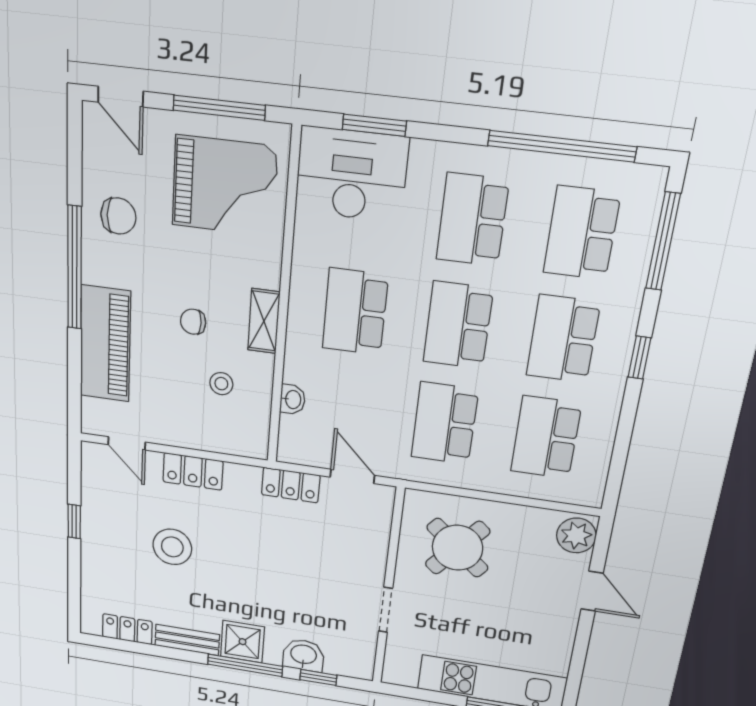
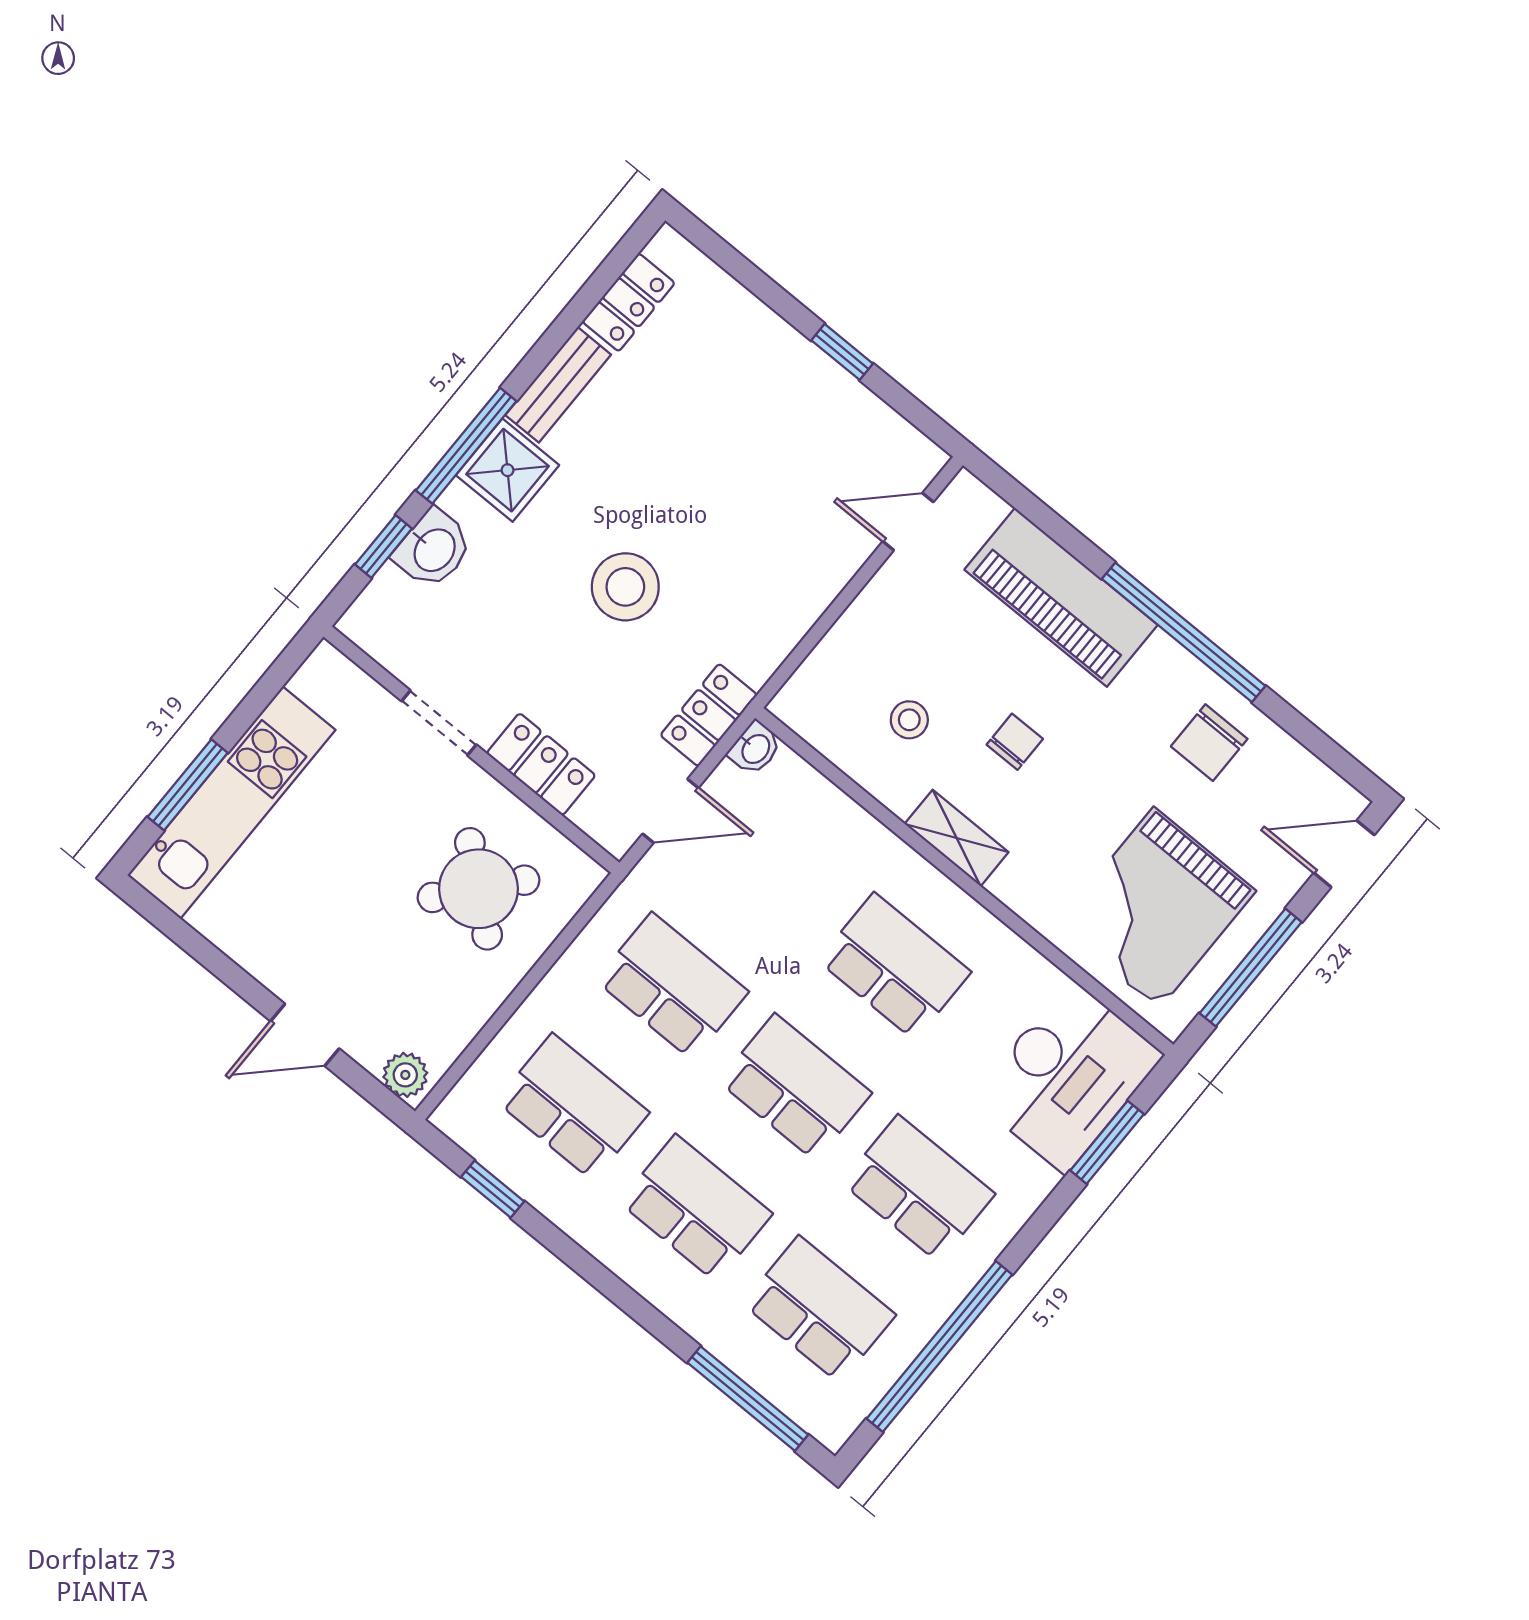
window: (639, 358) -> (493, 1189), moved
washbasin: (292, 399) -> (755, 748), moved, turned -90
locker: (193, 471) -> (541, 764), moved, turned 90
plant: (576, 535) -> (405, 1075), width x0.73, depth x0.73
stool: (172, 547) -> (625, 587), moved

